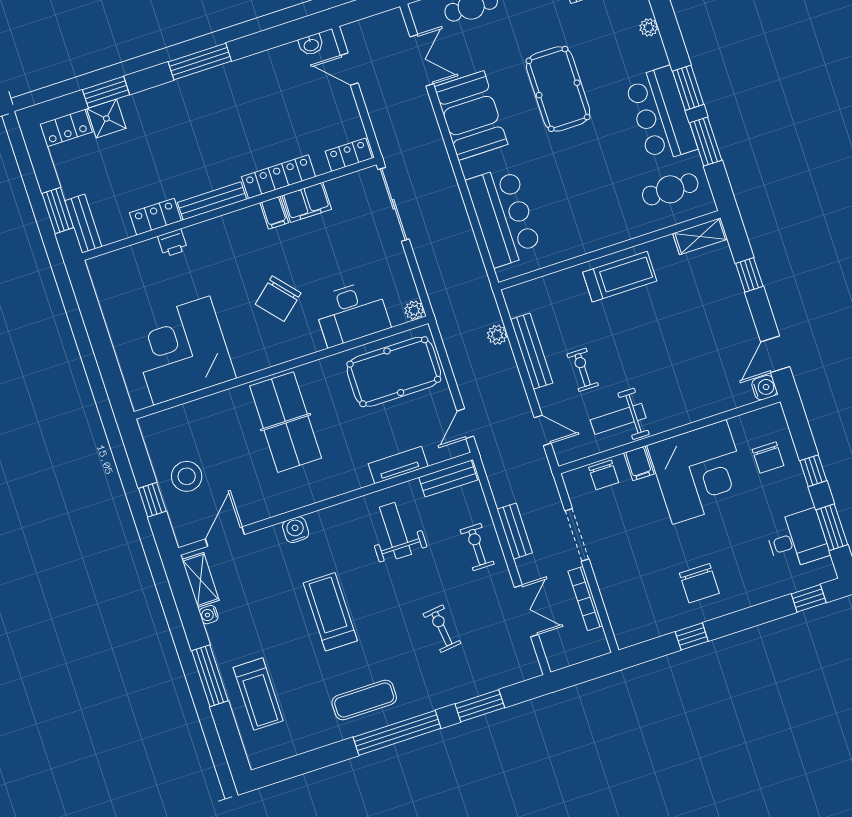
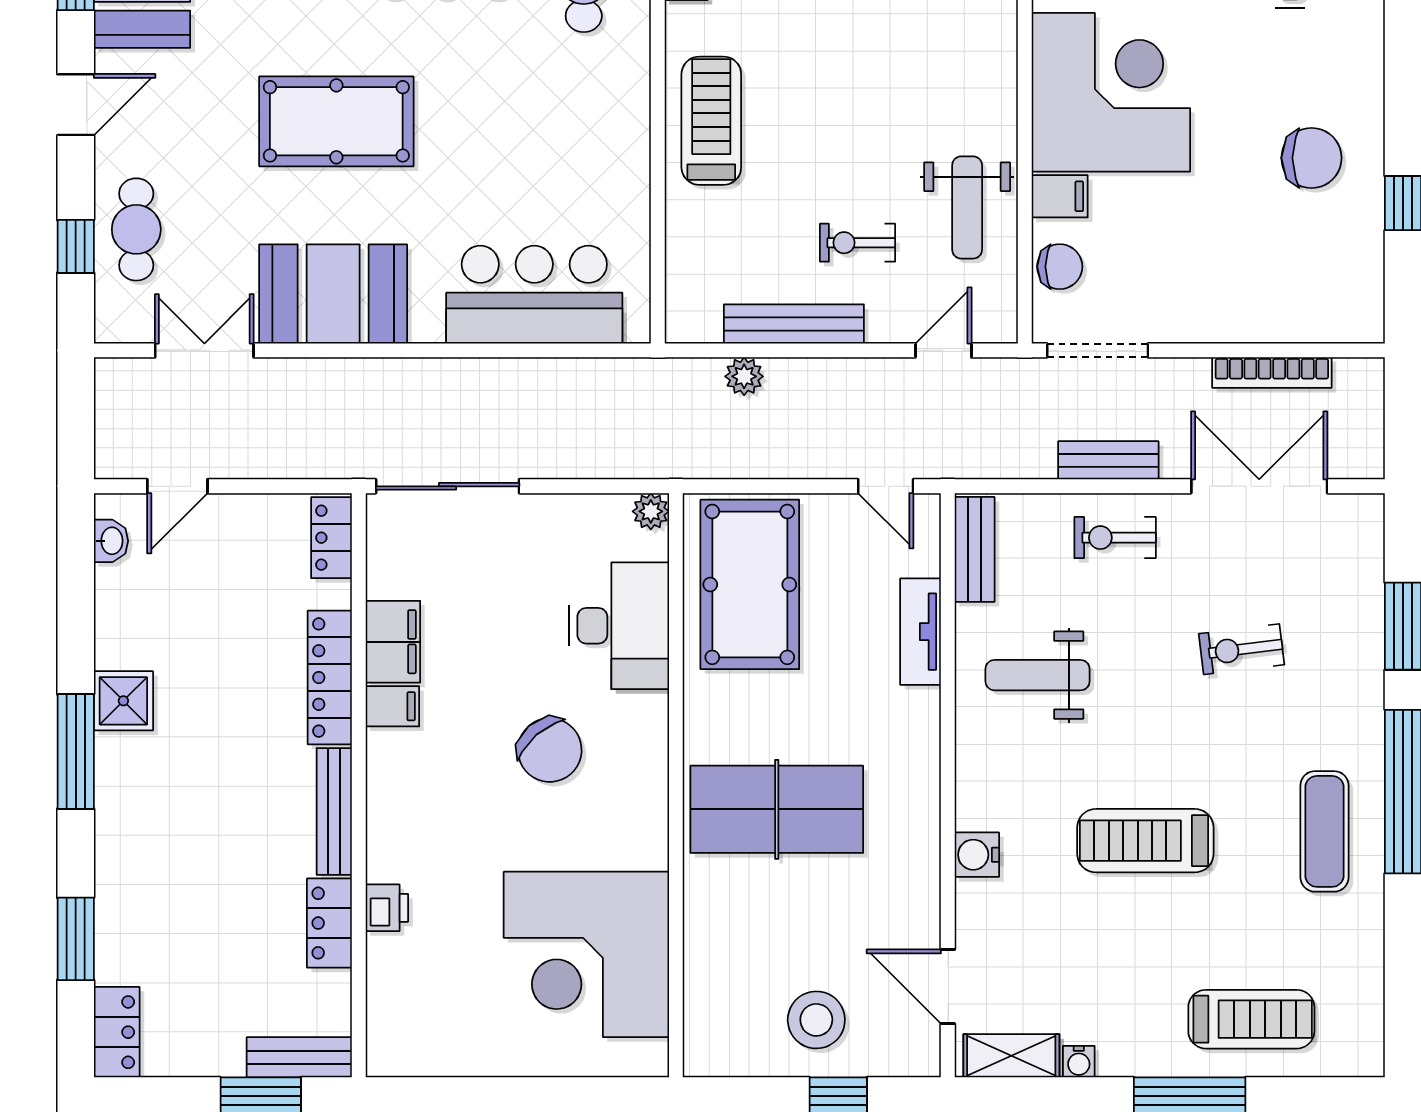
shower: (106, 118) -> (123, 701), moved
doorway: (577, 535) -> (1098, 350), moved
double door: (526, 611) -> (1259, 486), width x1.37

